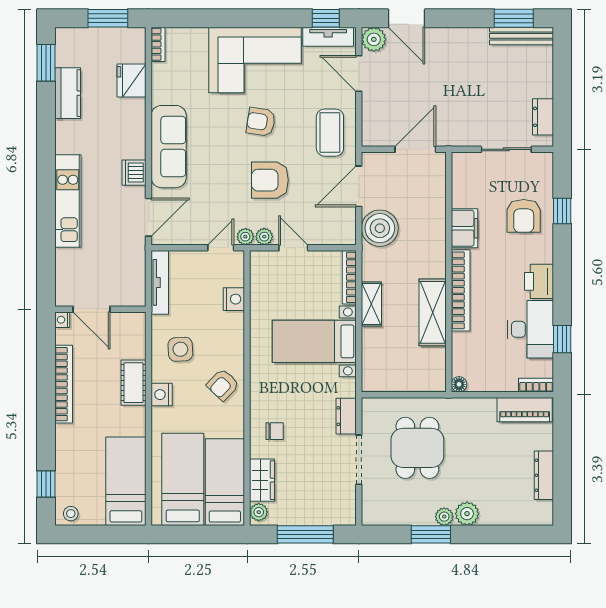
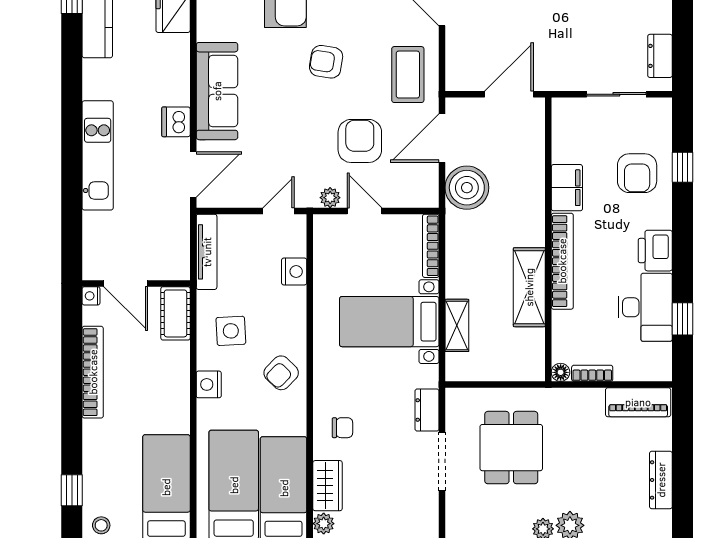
armchair: (270, 180) -> (360, 141), moved, turned 90
plant: (245, 237) -> (308, 198), removed
shelving: (371, 304) -> (457, 325), moved
cot: (134, 383) -> (175, 313), moved
bookcase: (536, 385) -> (592, 373), moved

